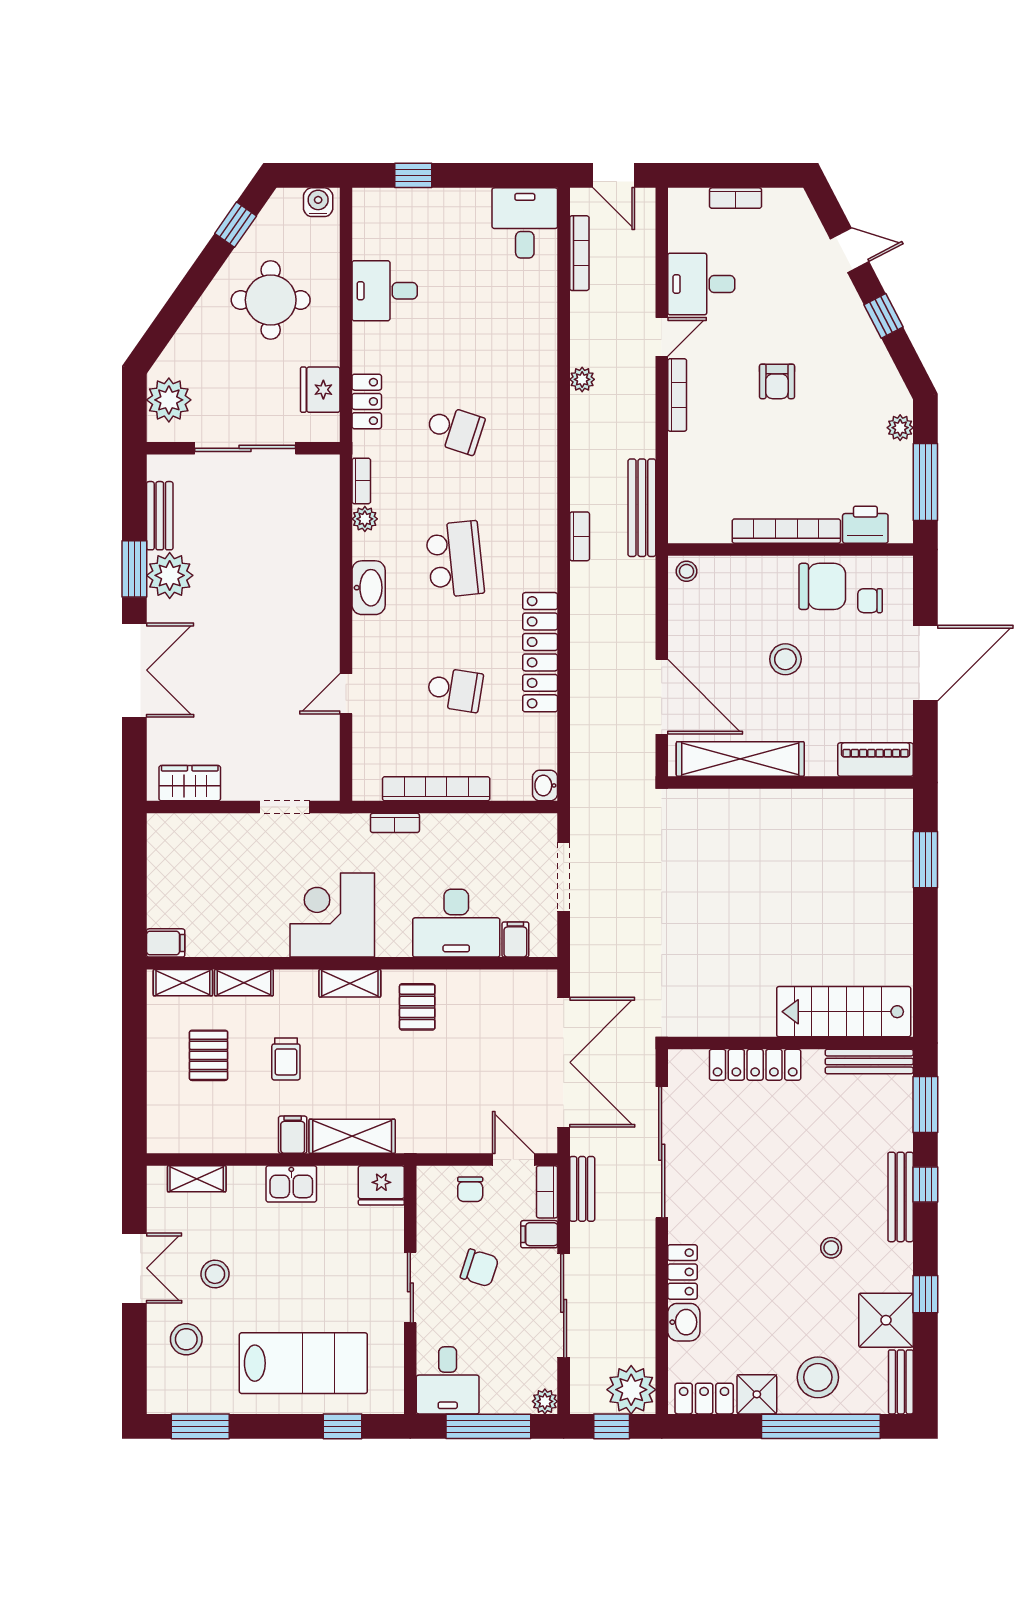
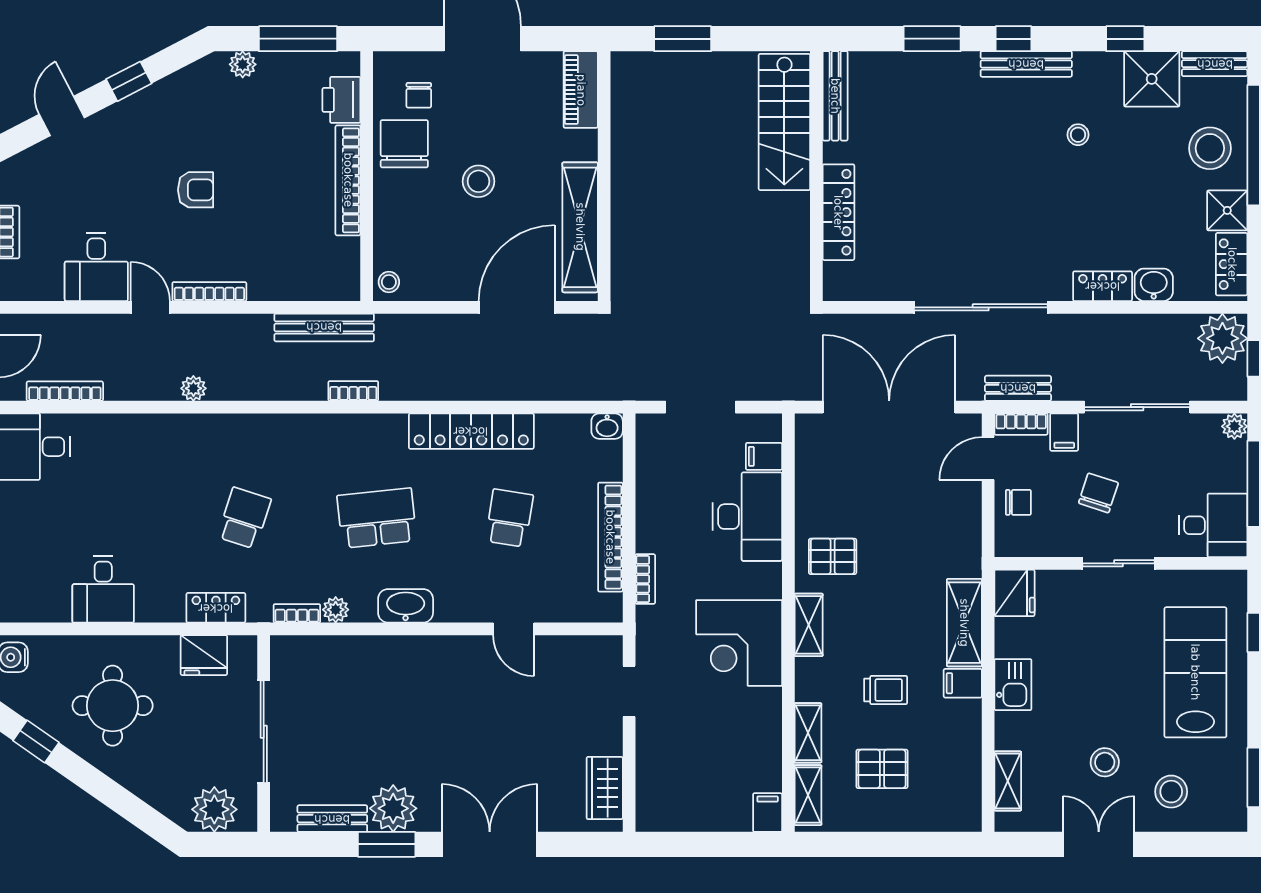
stairs: (844, 1012) -> (784, 122), moved
wall: (790, 1043) -> (816, 176), moved
bench: (869, 1061) -> (835, 96), moved
locker: (755, 1065) -> (838, 212), moved

